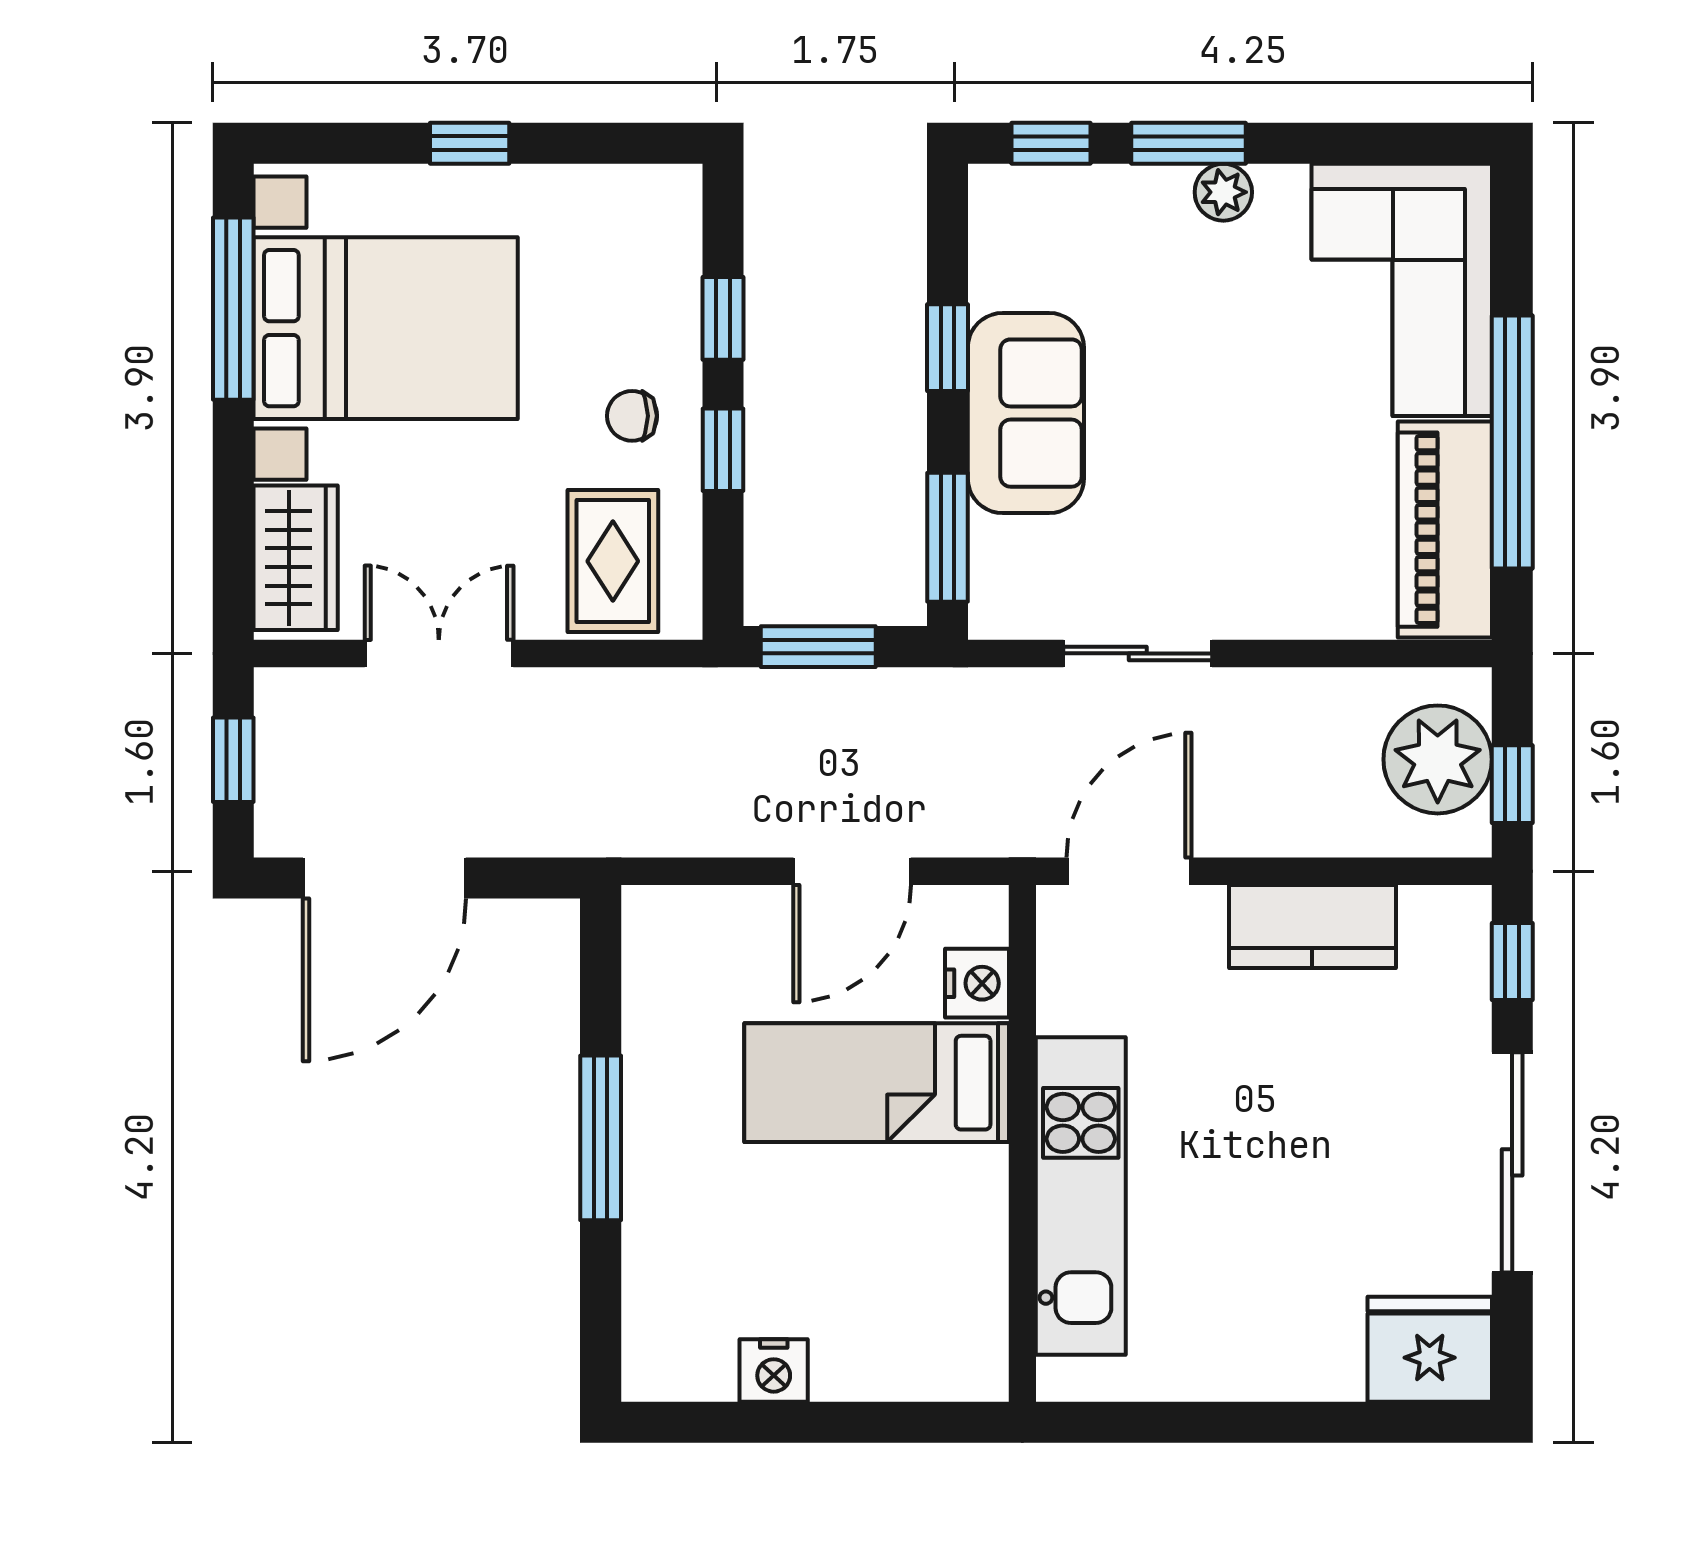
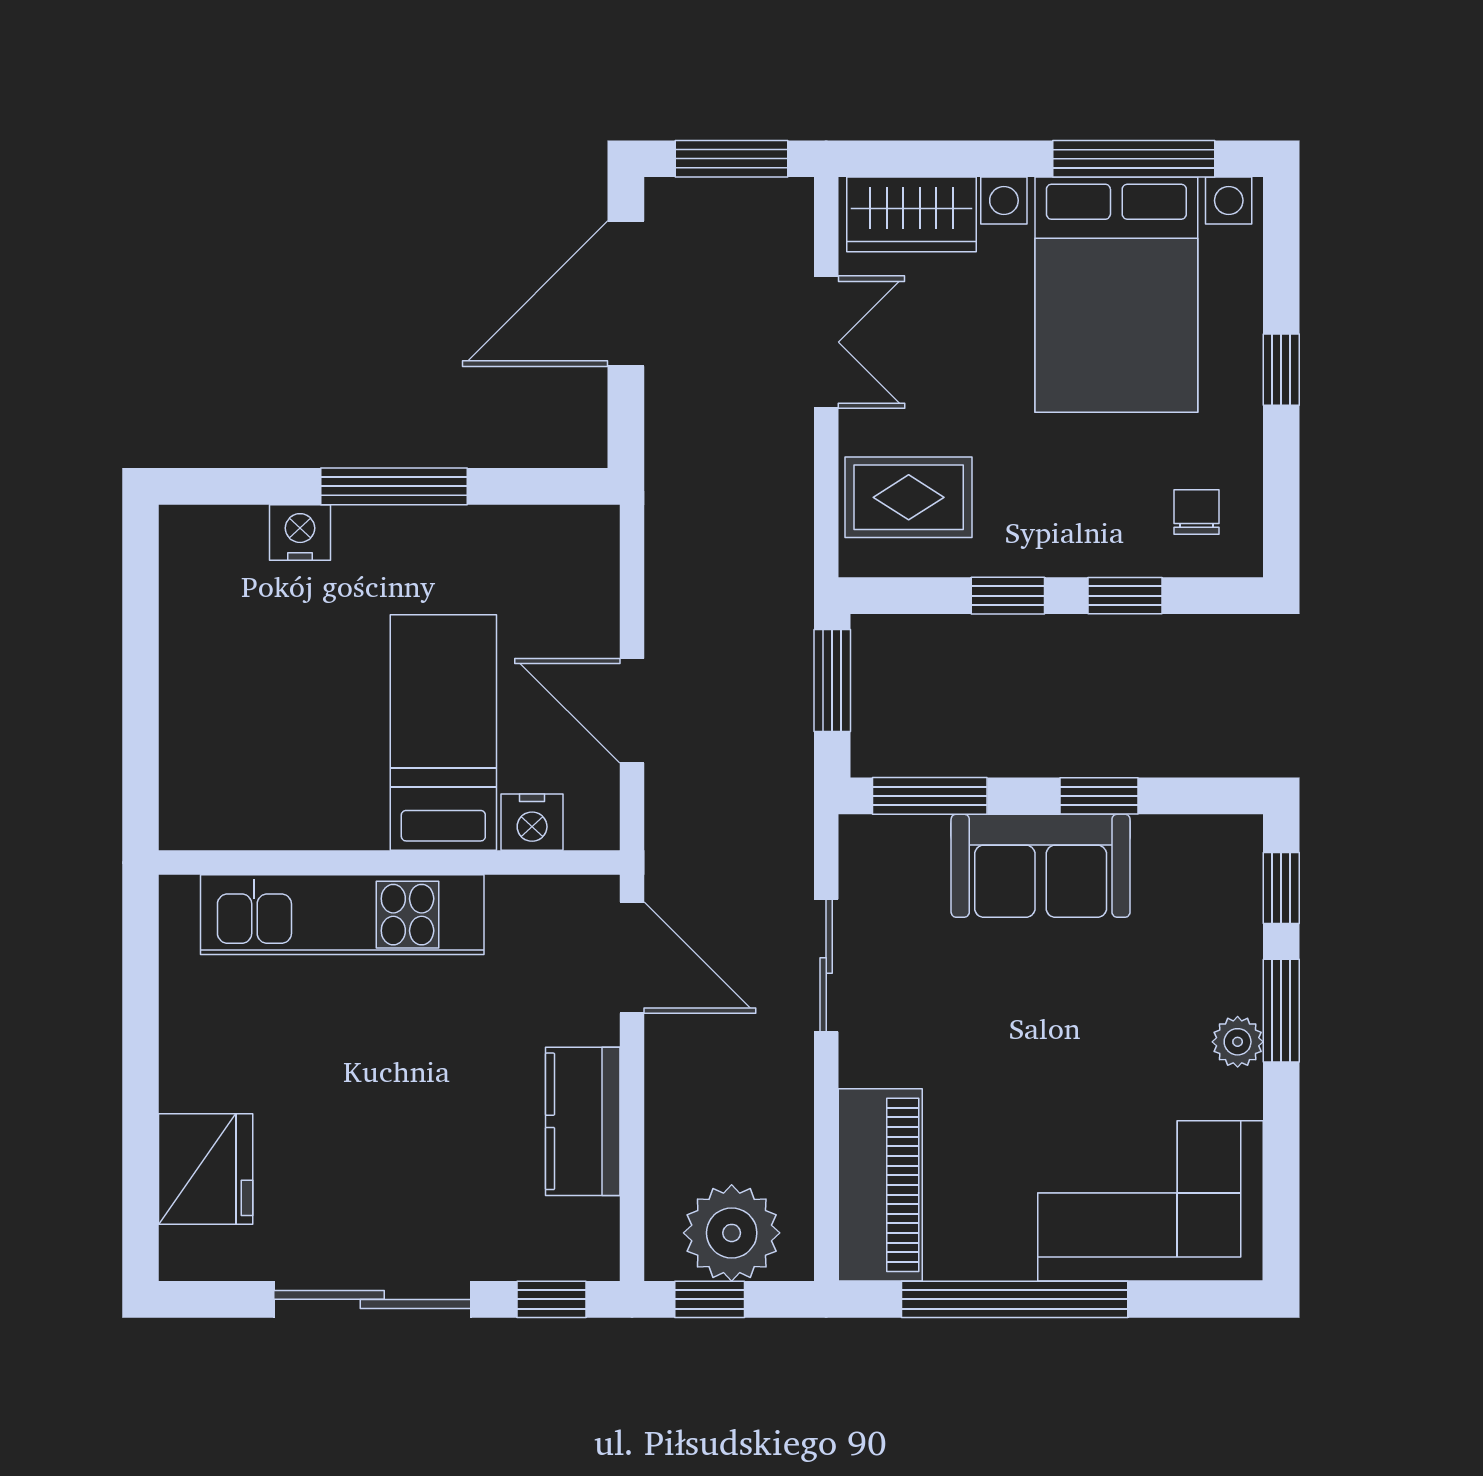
chair: (632, 416) -> (1197, 512), moved
piano: (1445, 530) -> (880, 1185), moved, turned 90
window: (233, 760) -> (731, 159), width x1.50
door: (384, 878) -> (626, 294), hinge flipped
fridge: (1430, 1349) -> (206, 1169), moved
nightstand: (774, 1370) -> (300, 533), moved, turned 90

